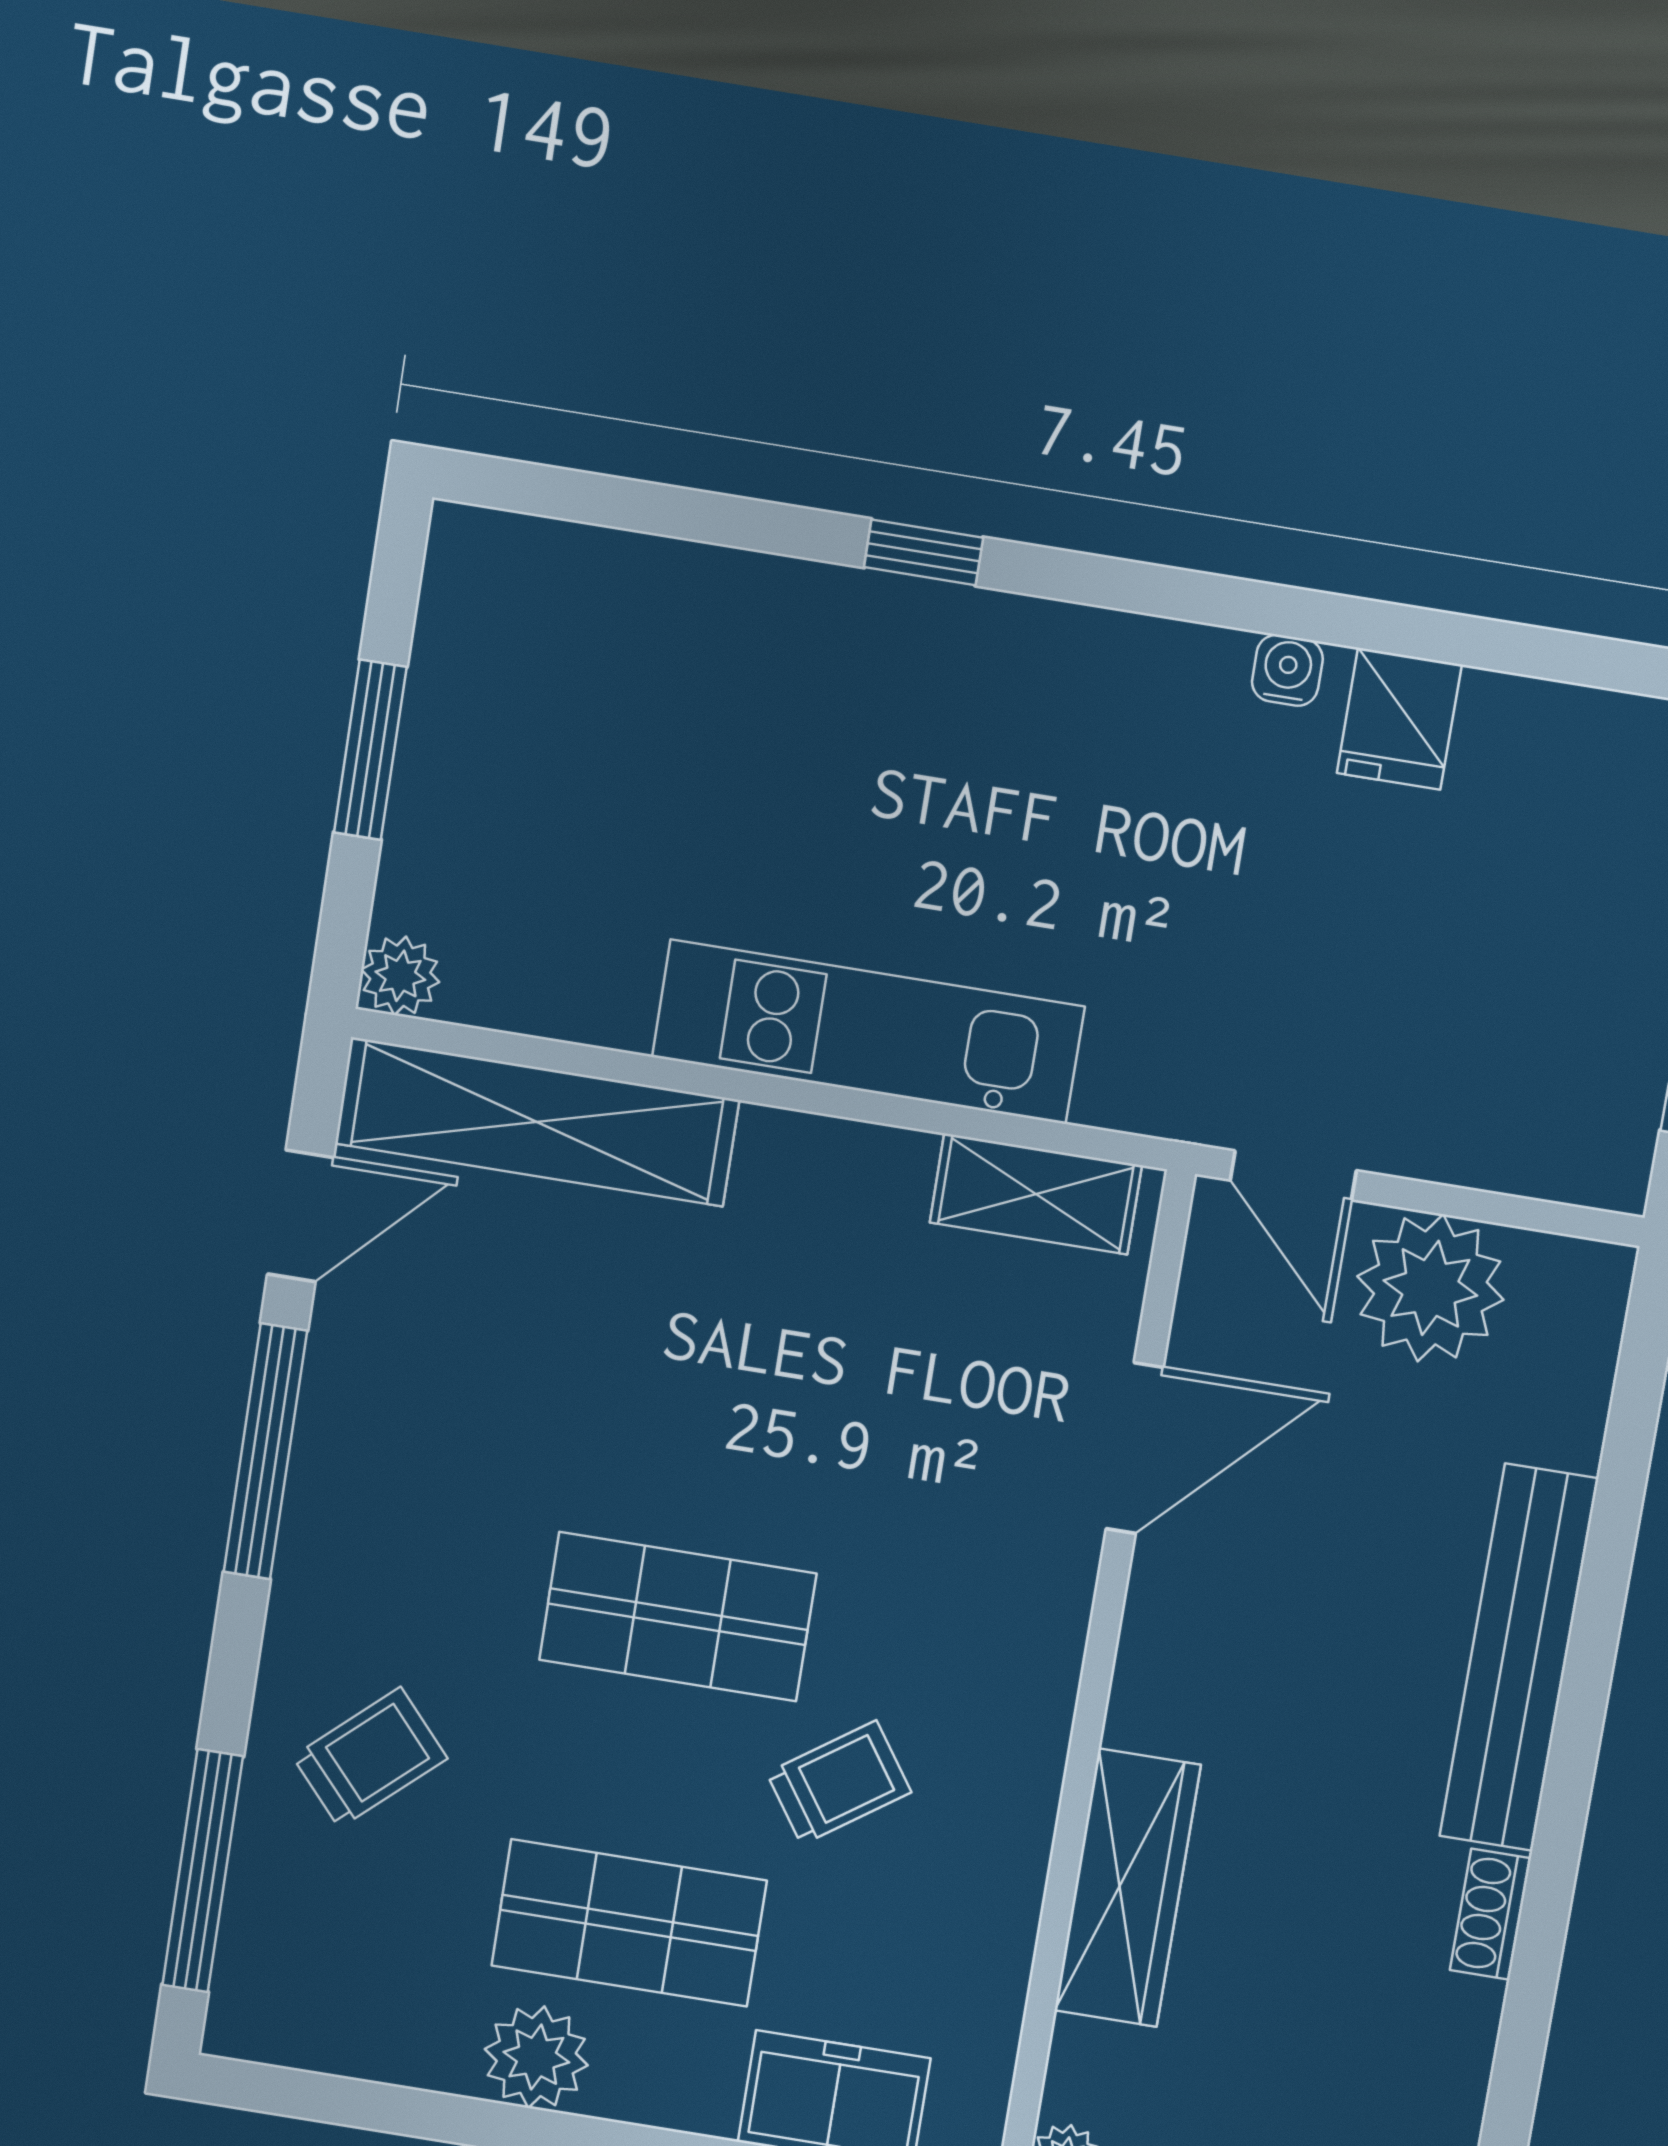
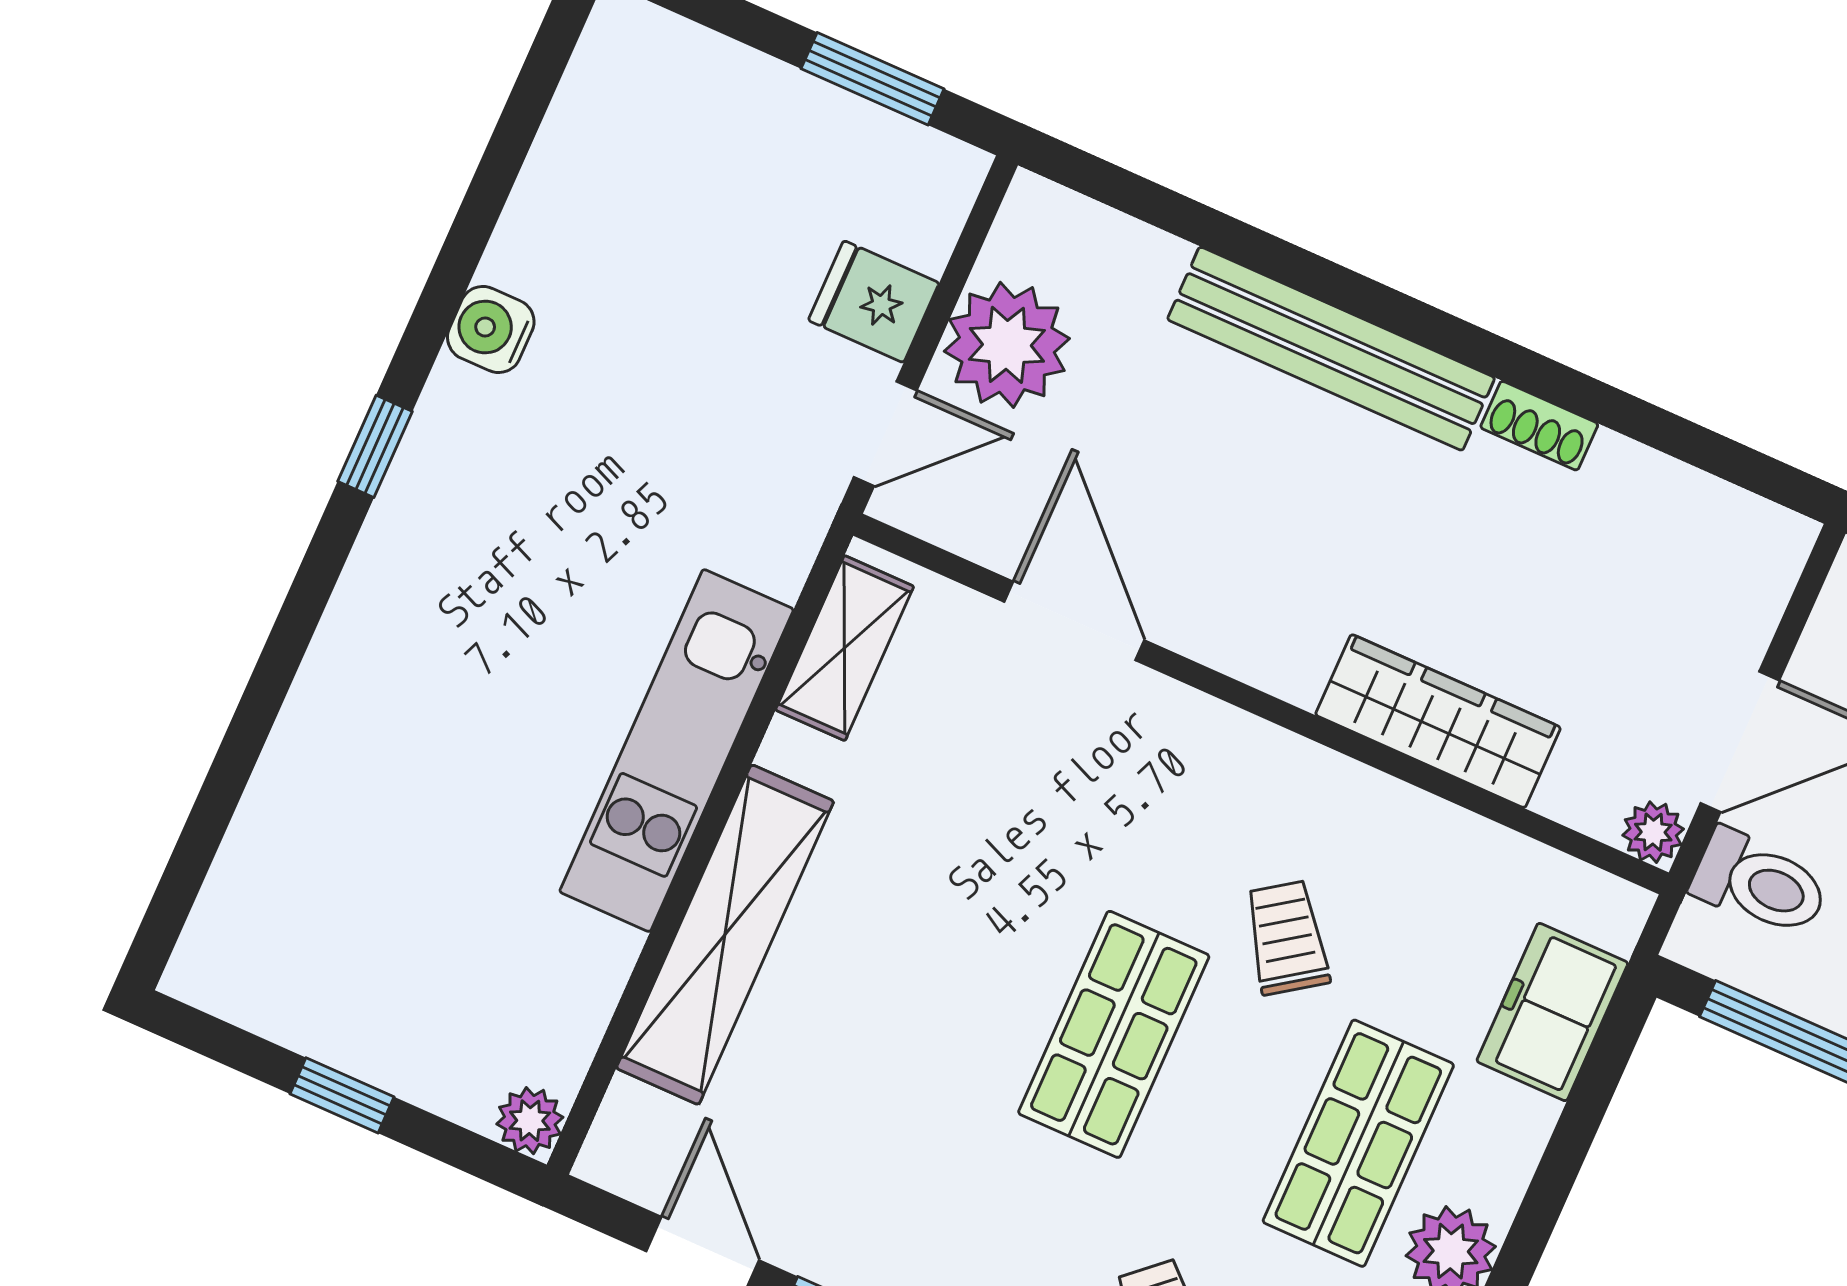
window: (924, 552) -> (375, 446), moved
water cooler: (1287, 670) -> (491, 329), width x1.38, depth x1.38
fridge: (1399, 719) -> (874, 302), moved, turned 180
window: (370, 750) -> (342, 1095), width x0.67
shelving: (537, 1122) -> (725, 935), moved

